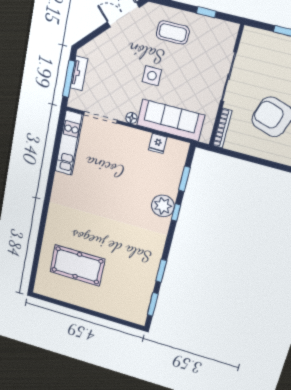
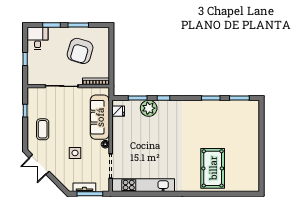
side table: (152, 76) -> (75, 153), moved
kitchen unit: (69, 143) -> (143, 185), width x1.36
fridge: (158, 144) -> (118, 111), moved
plant: (163, 206) -> (149, 108), moved
pool table: (77, 265) -> (213, 168), moved

